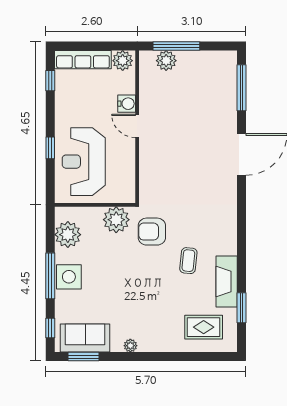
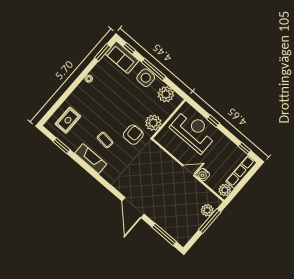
fireplace: (227, 281) -> (91, 159), moved
sofa: (85, 338) -> (122, 57), moved, turned 90

